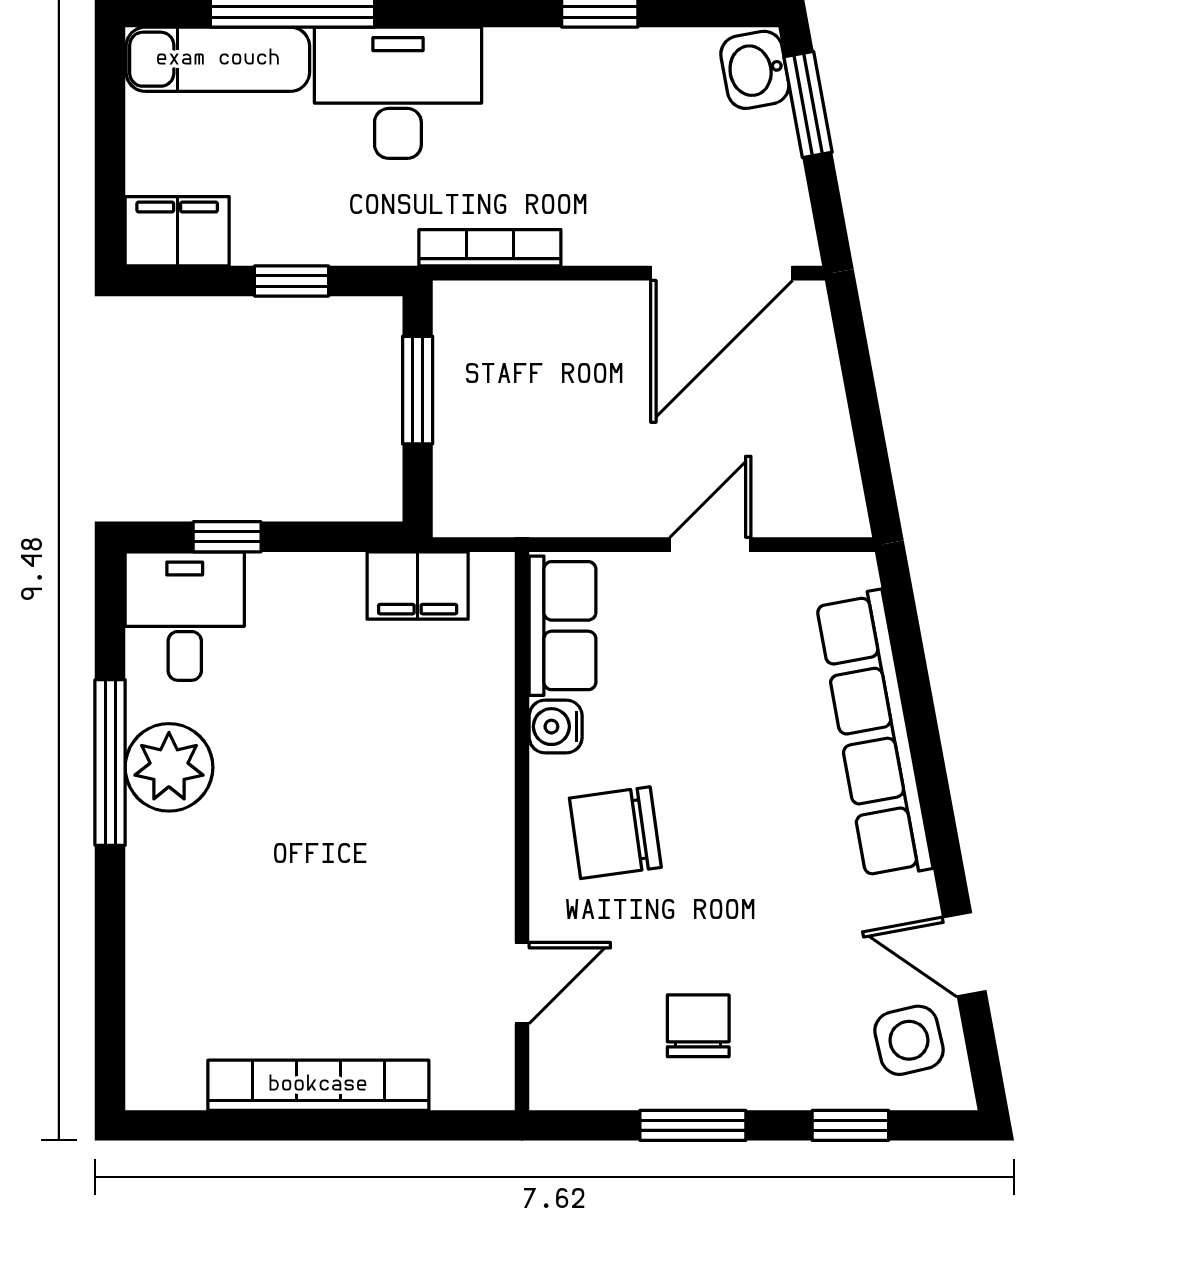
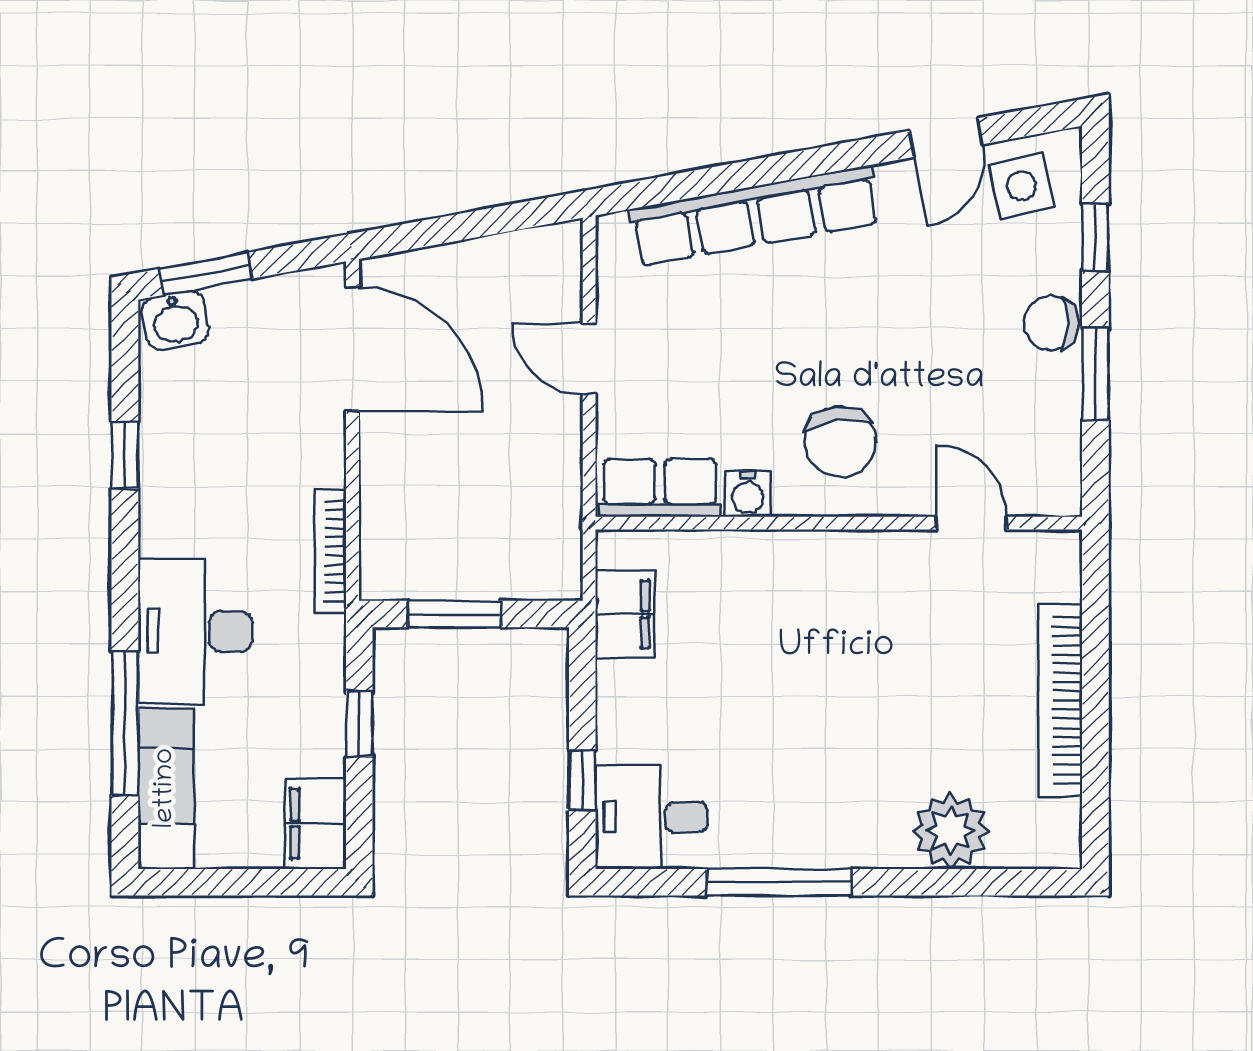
plant: (169, 767) -> (951, 831), moved
chair: (698, 1026) -> (1051, 323), moved

